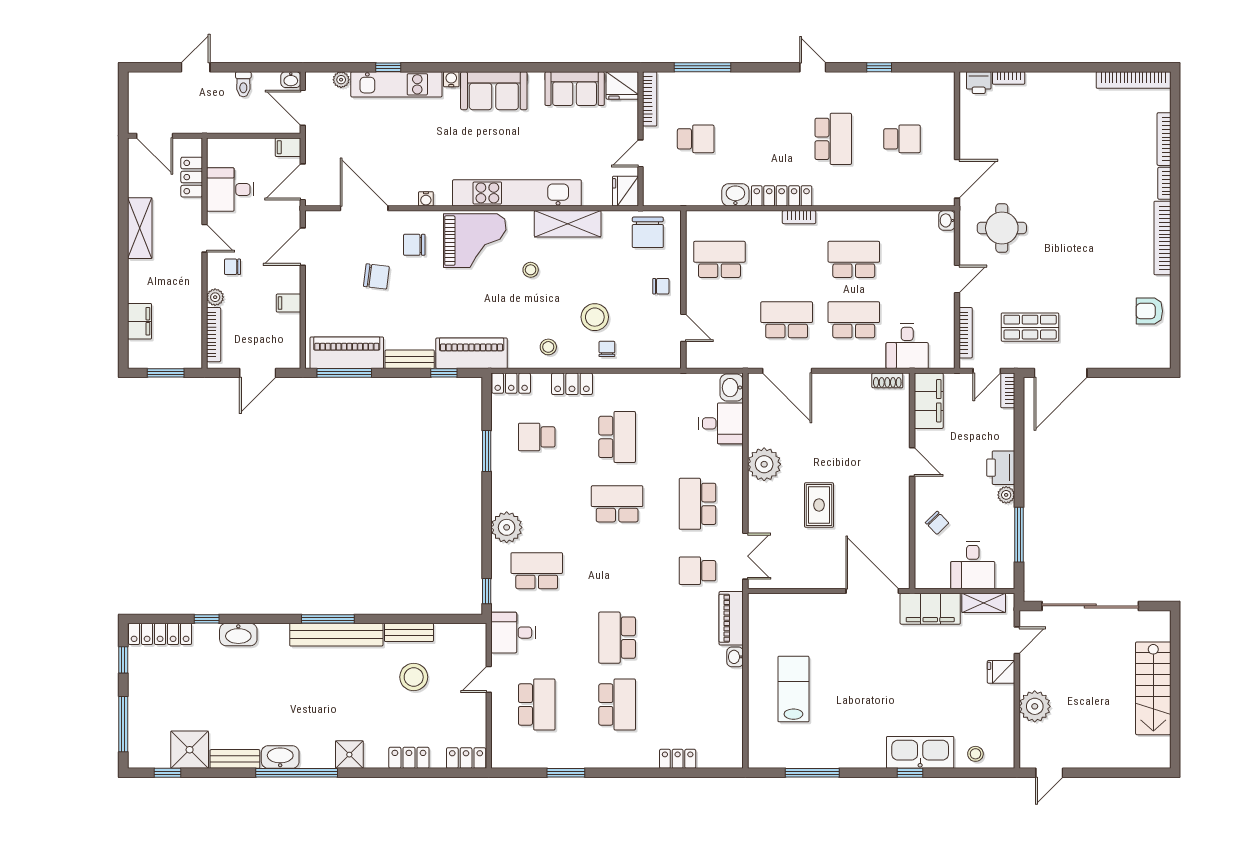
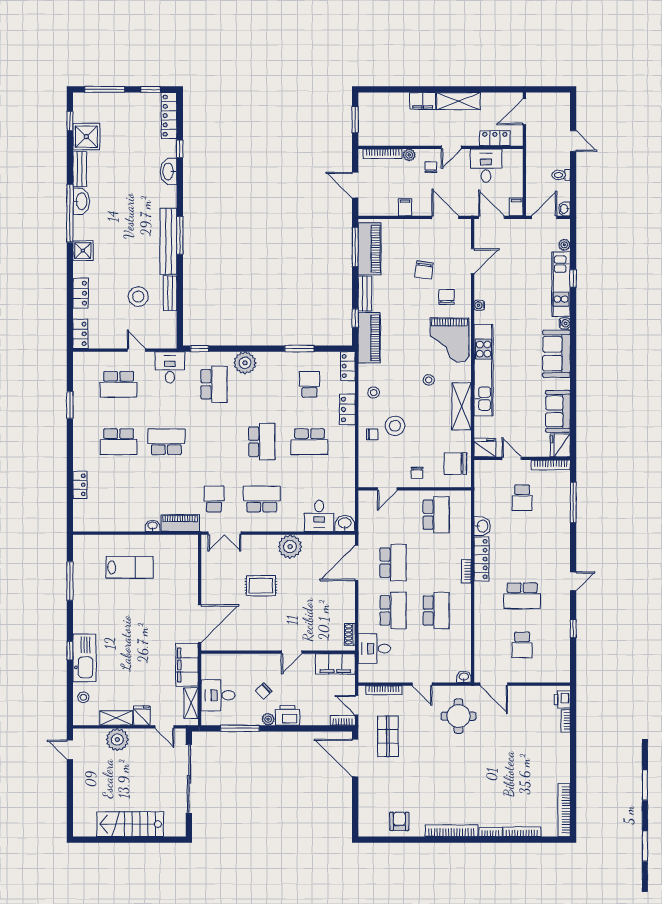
door: (364, 208) -> (473, 261), width x0.73
filing cabinet: (140, 321) -> (423, 101), moved
chair: (937, 523) -> (264, 691), moved
shelving: (1004, 708) -> (116, 718), added

